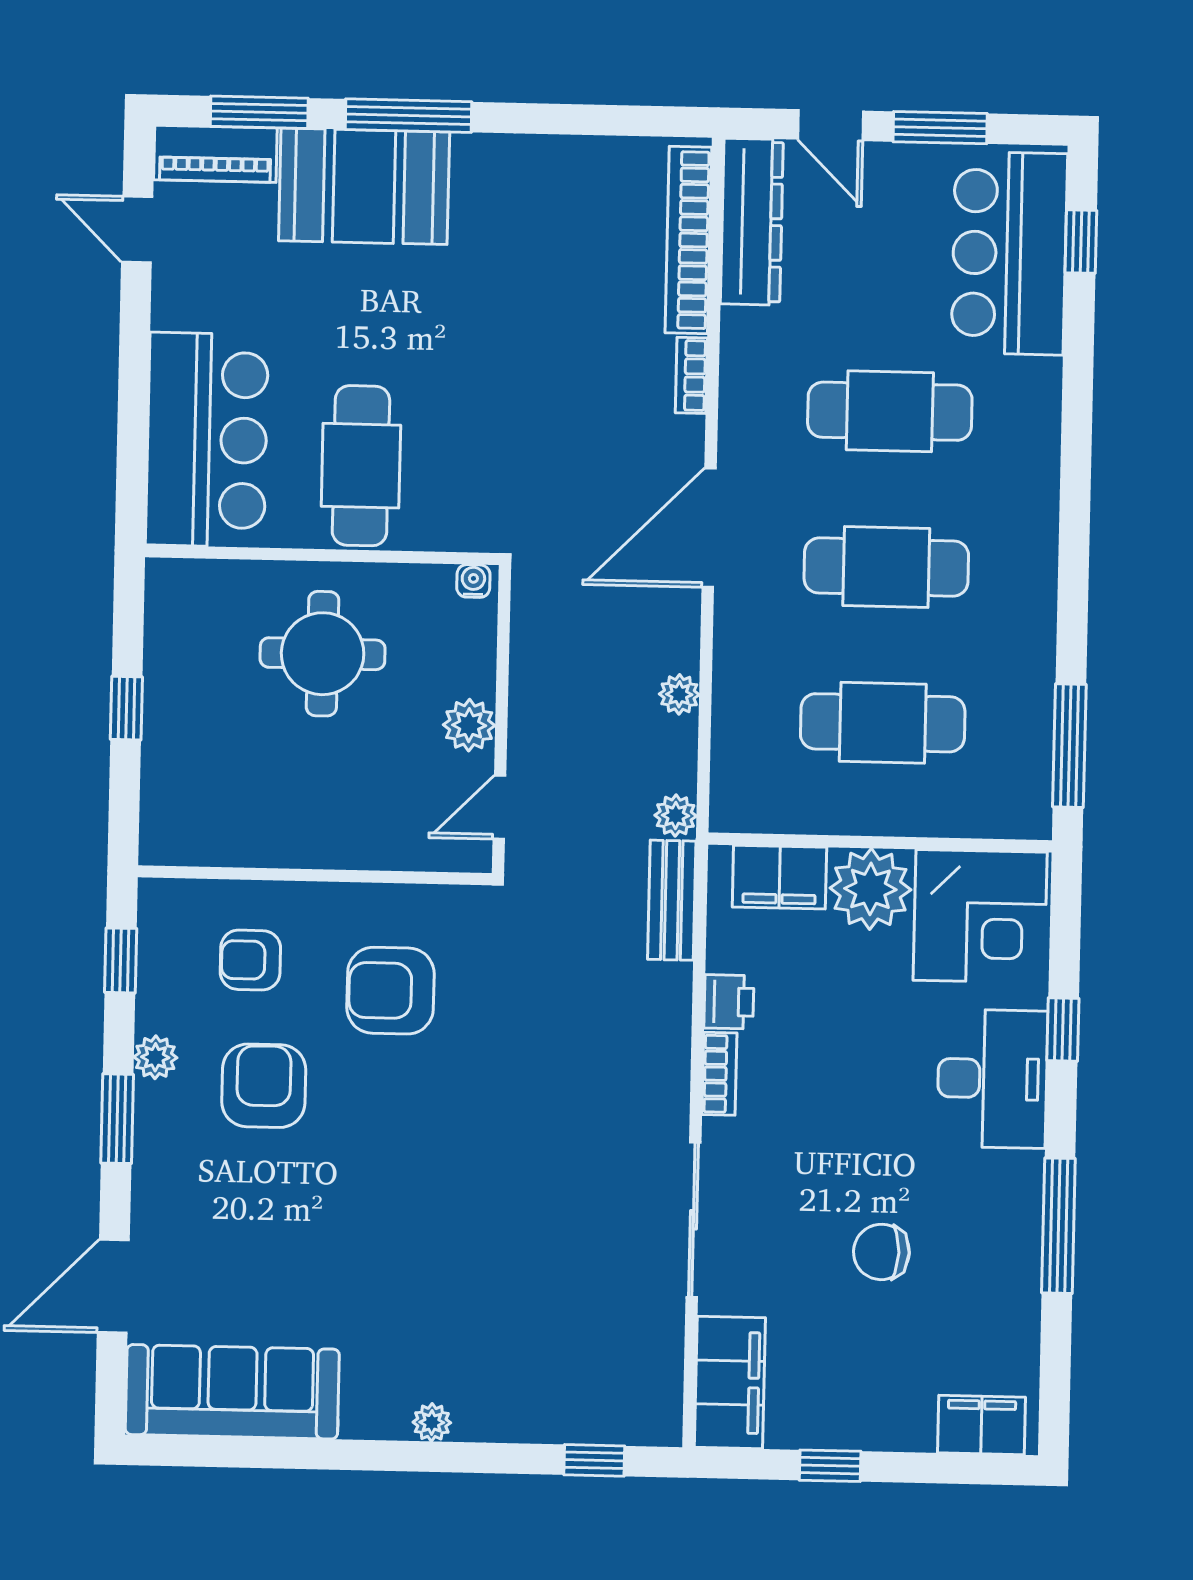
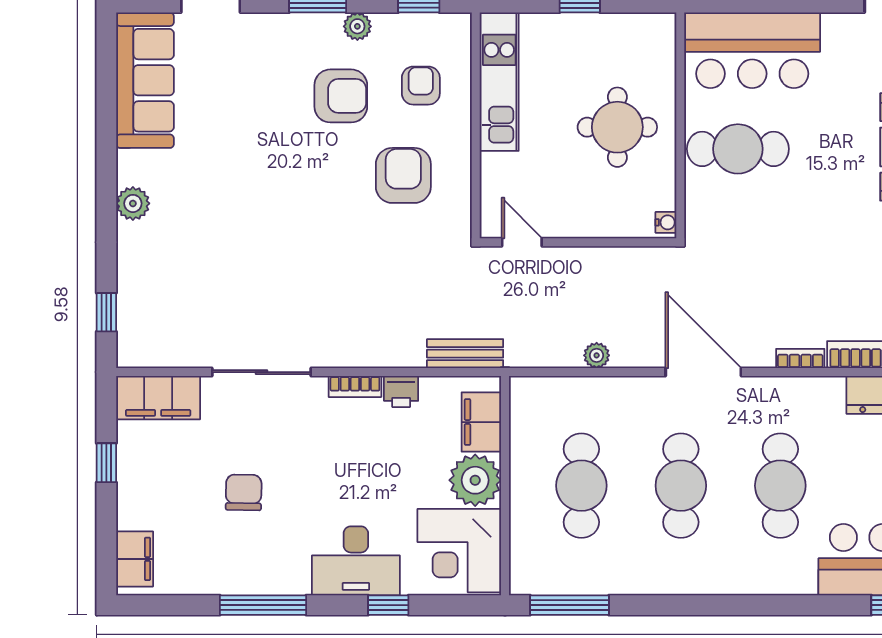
plant: (469, 725) -> (574, 222), removed
plant: (676, 816) -> (519, 355), removed
kitchen unit: (247, 837) -> (499, 82), added
plant: (432, 1422) -> (133, 203), width x1.38, depth x1.38

